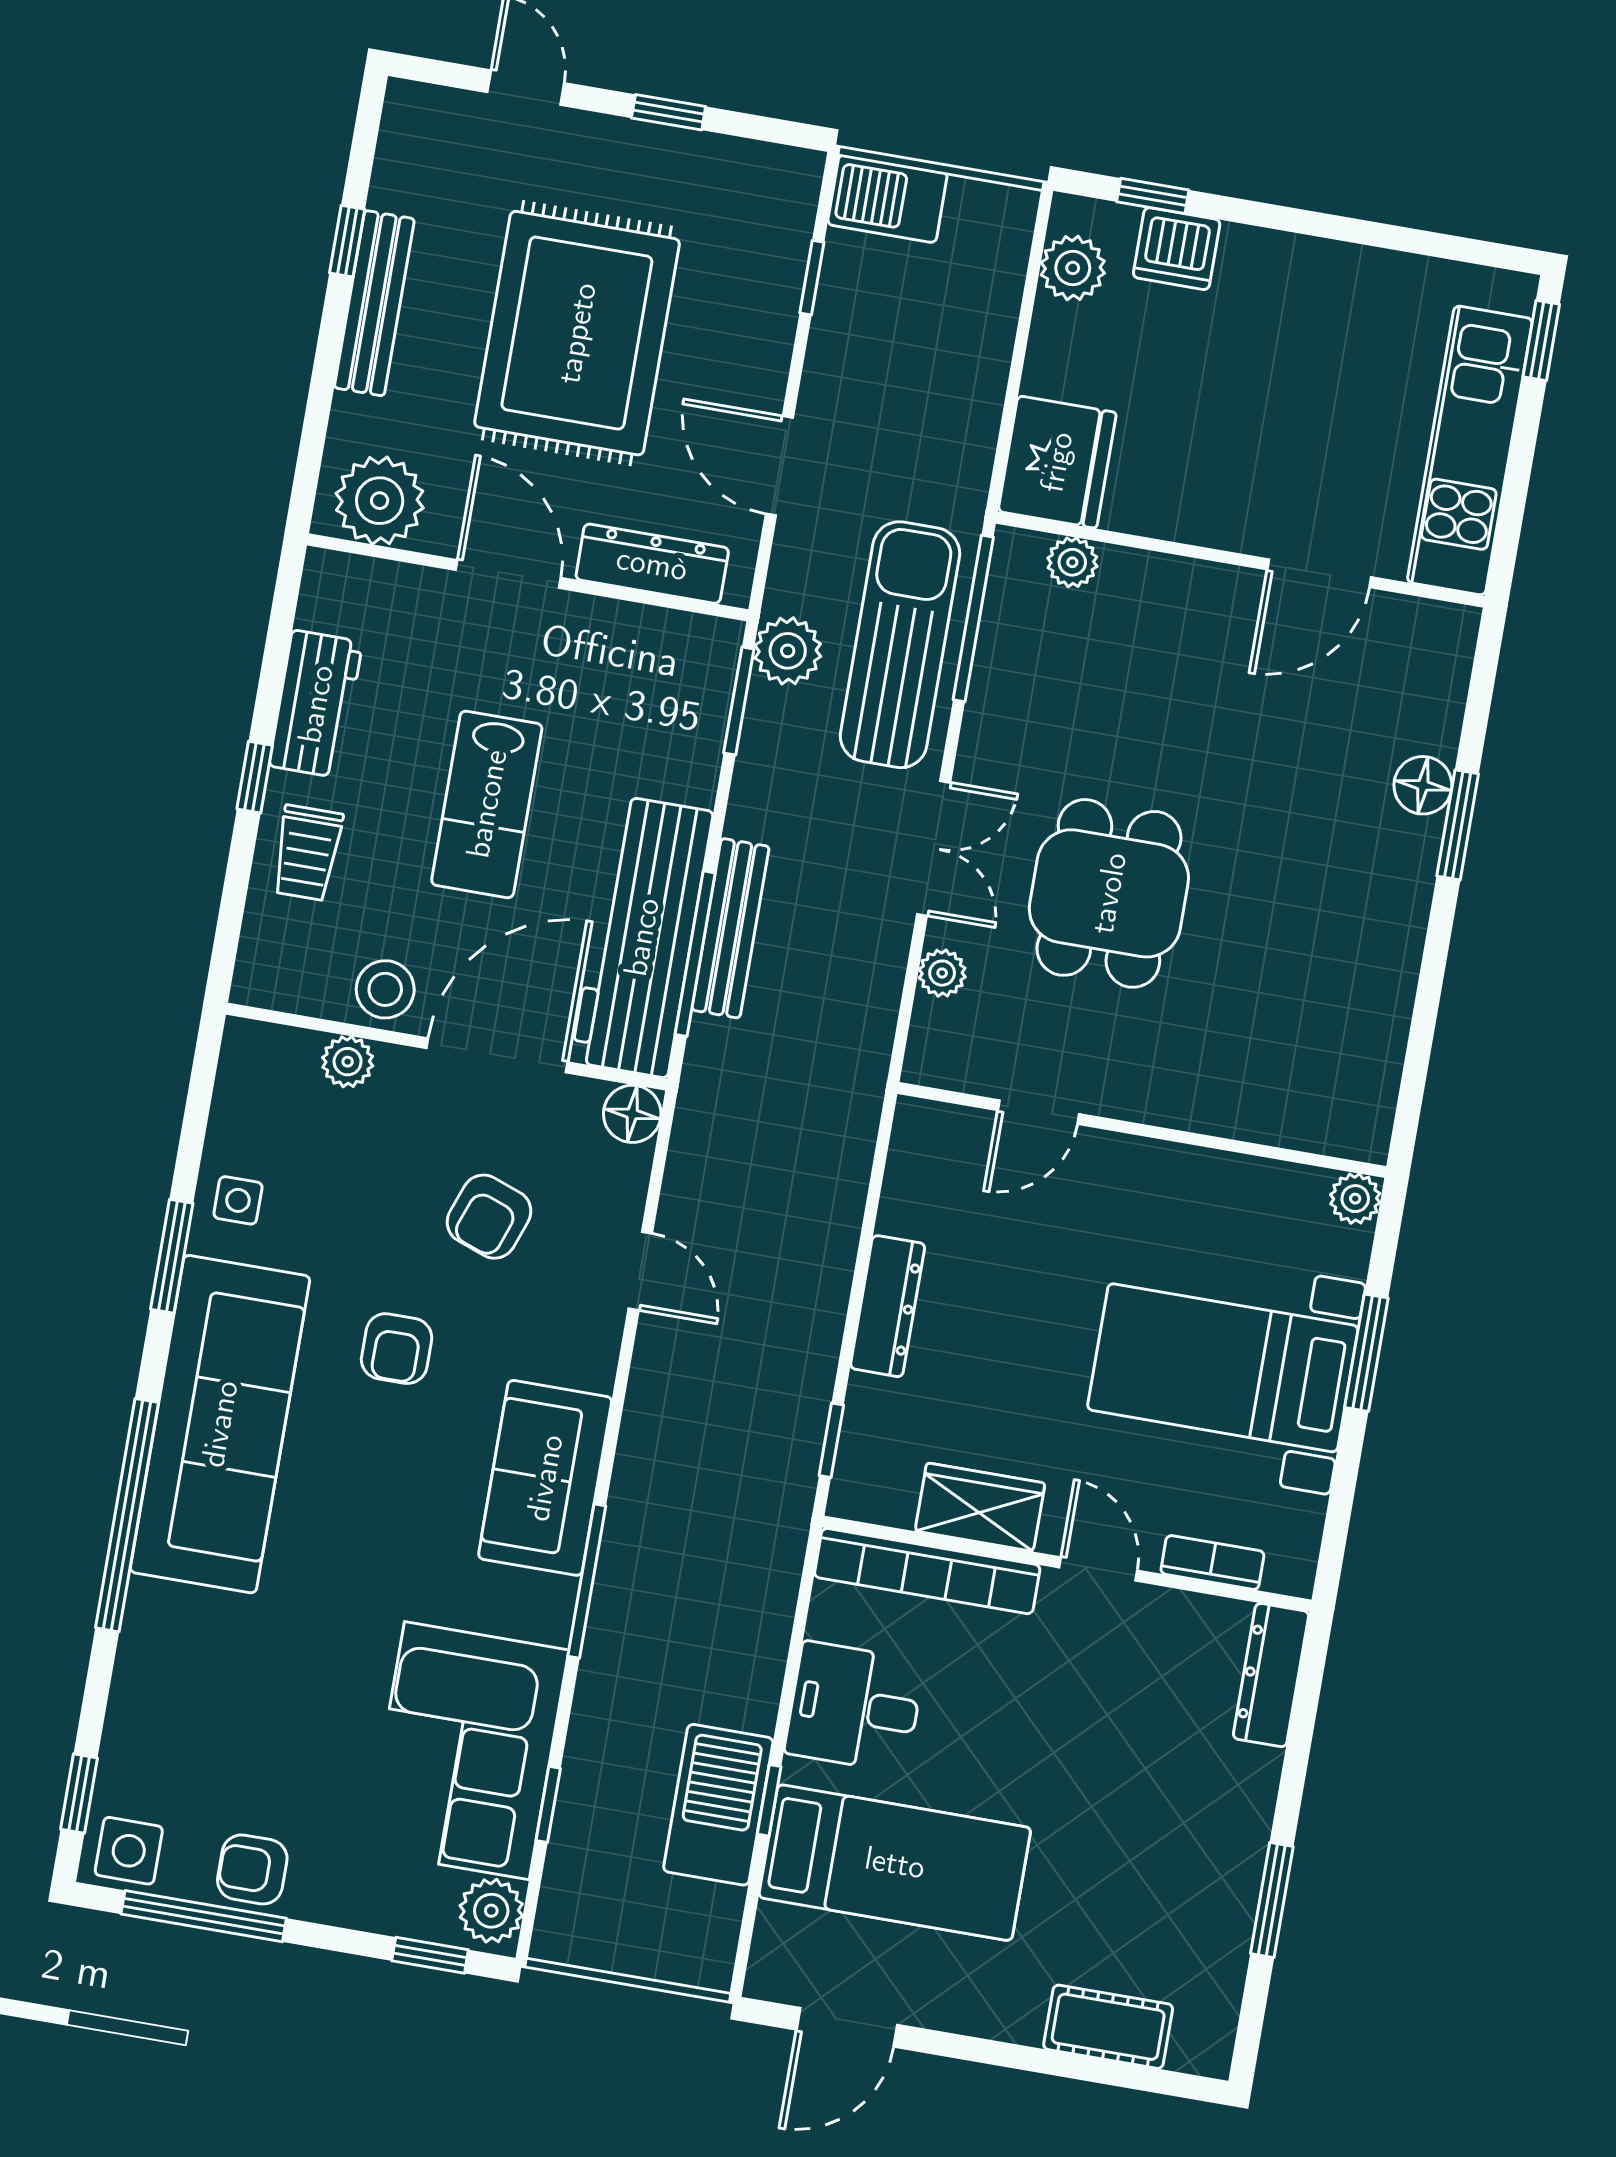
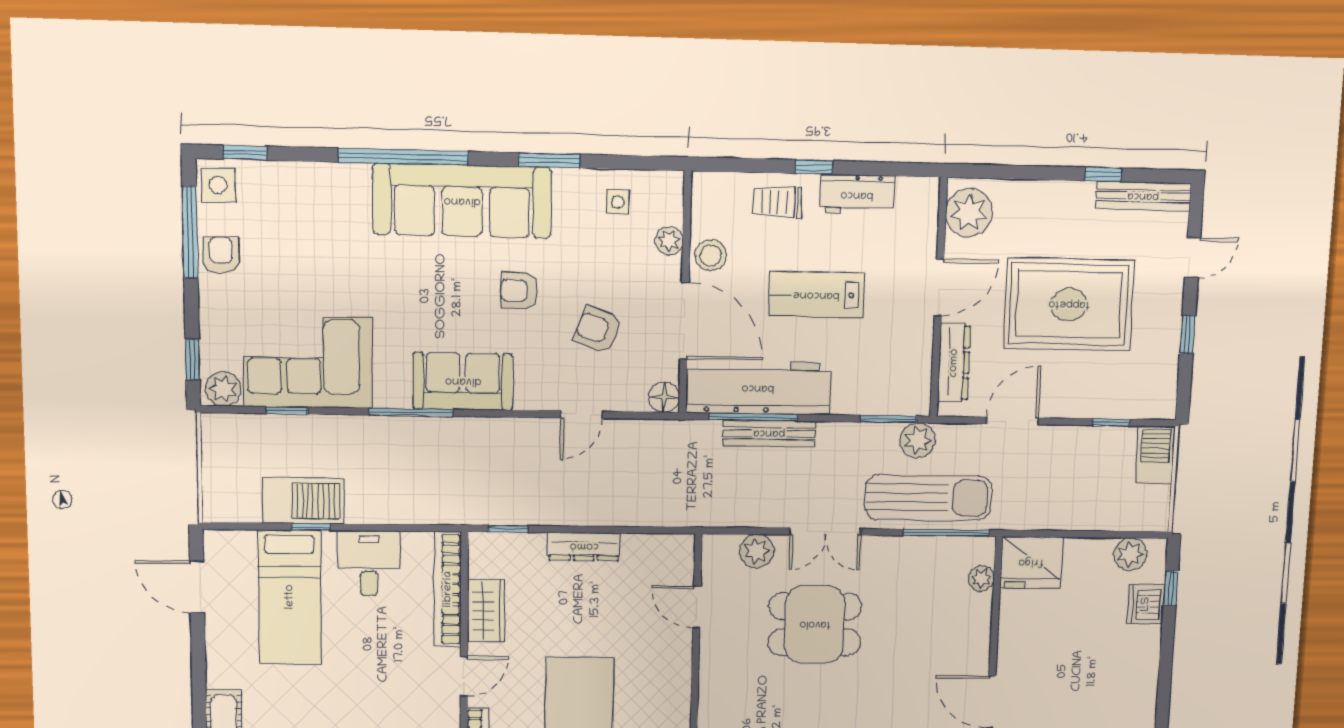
bench: (374, 303) -> (1143, 196), moved
plant: (942, 973) -> (757, 551), width x1.38, depth x1.38
side table: (238, 1200) -> (618, 202), moved

